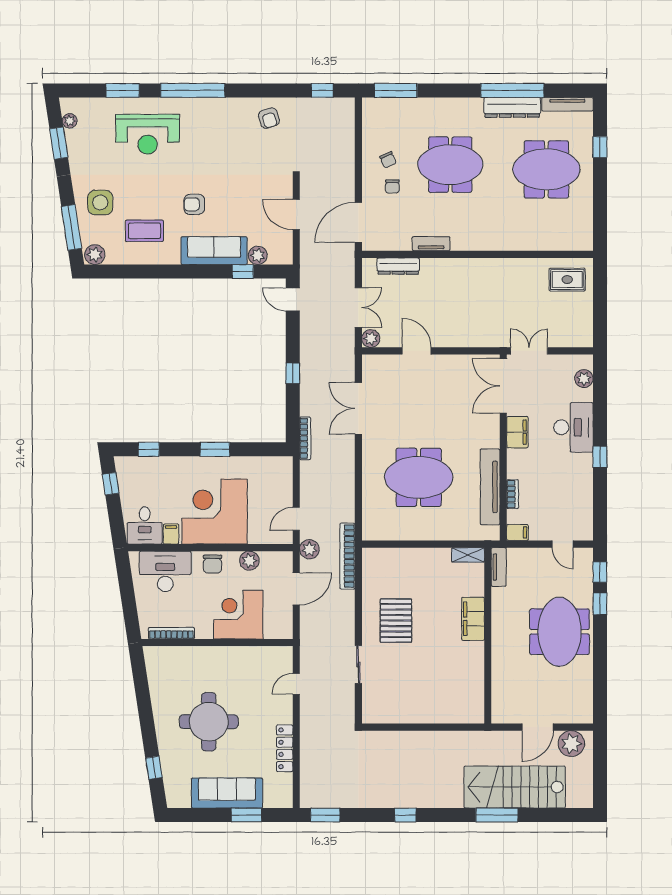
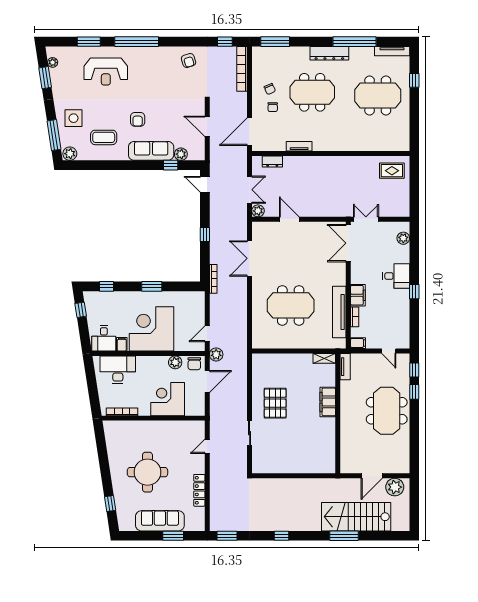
dresser: (512, 107) -> (329, 53), moved
armchair: (194, 204) -> (138, 119), turned -90
dresser: (398, 266) -> (272, 161), width x0.70
desk: (573, 427) -> (396, 276), width x0.73
filing cabinet: (517, 432) -> (358, 295), moved
bookcase: (347, 556) -> (242, 69), moved
chair: (213, 564) -> (194, 364), moved

